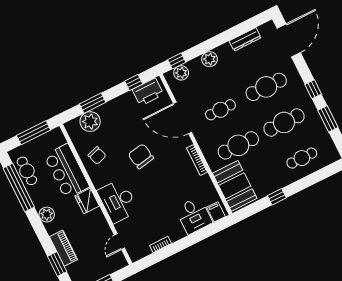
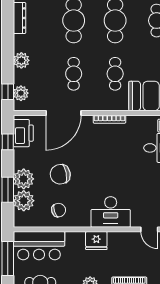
plant: (109, 112) -> (24, 179), added
cafe table: (238, 145) -> (115, 74), width x0.73, depth x0.74
chair: (141, 156) -> (60, 174), moved
bar counter: (67, 171) -> (39, 246), moved

